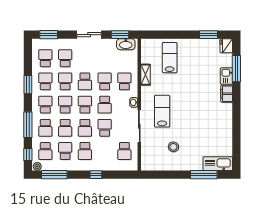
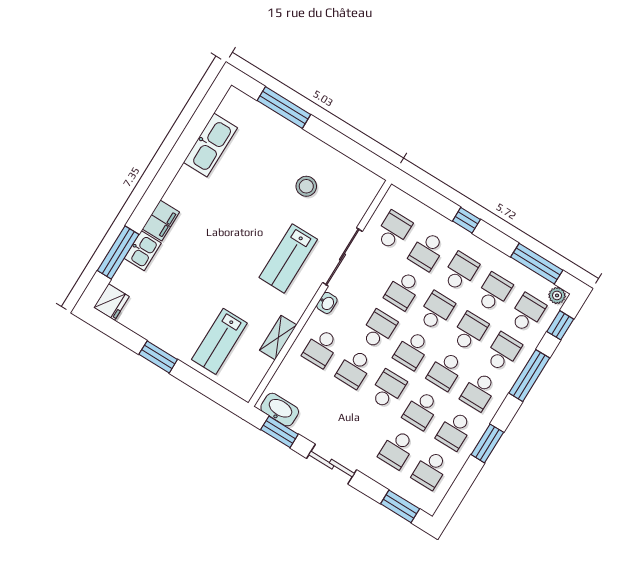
window: (208, 35) -> (158, 357), moved
school desk: (65, 151) -> (494, 292), turned 180
school desk: (105, 151) -> (427, 251), added
kitchen sink: (218, 164) -> (210, 145), moved, turned -90

